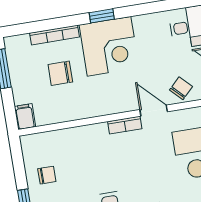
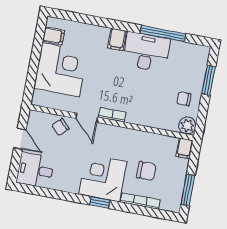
plant: (31, 145) -> (187, 126), added

